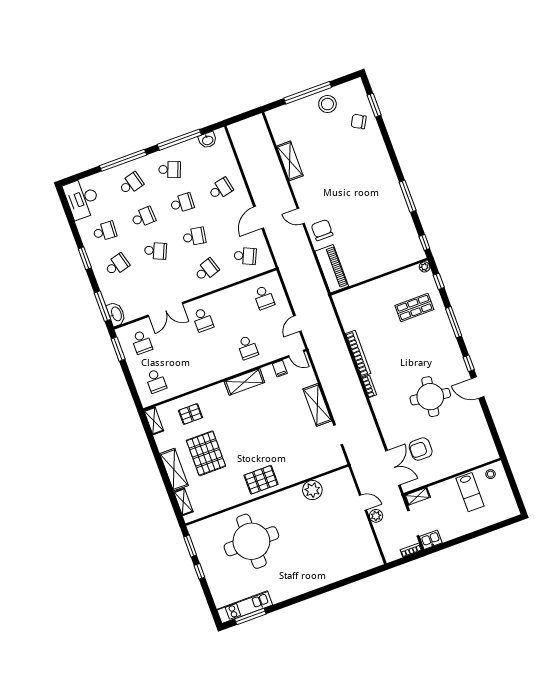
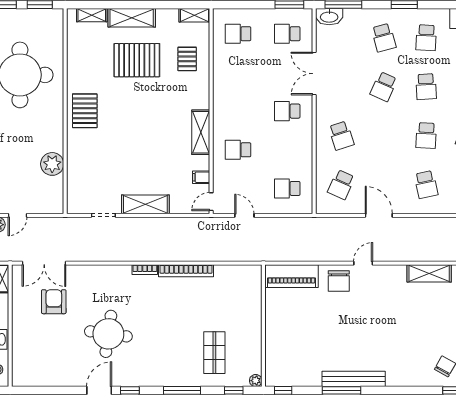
bench: (395, 190) -> (354, 379), added
chair: (322, 230) -> (339, 281), turned 90
school desk: (194, 237) -> (384, 136), removed

